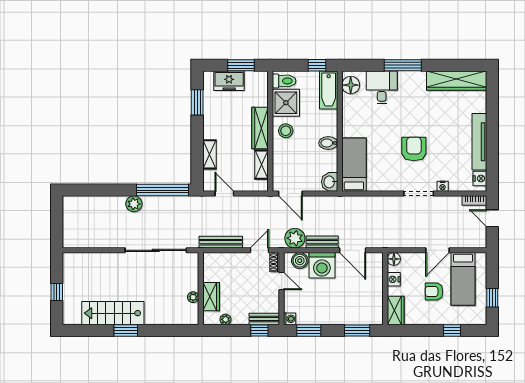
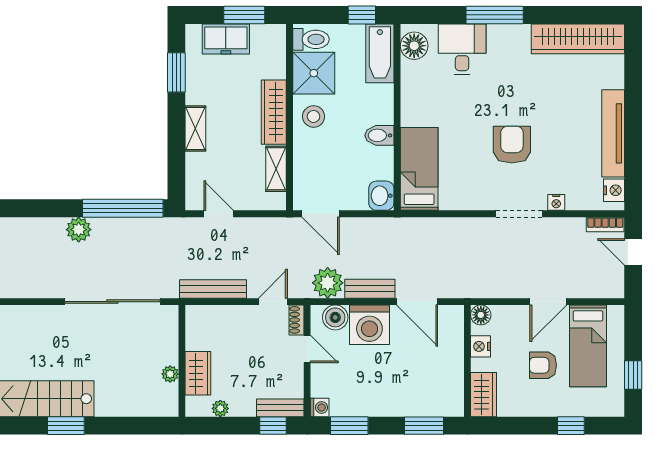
shelving: (209, 154) -> (195, 129), moved

